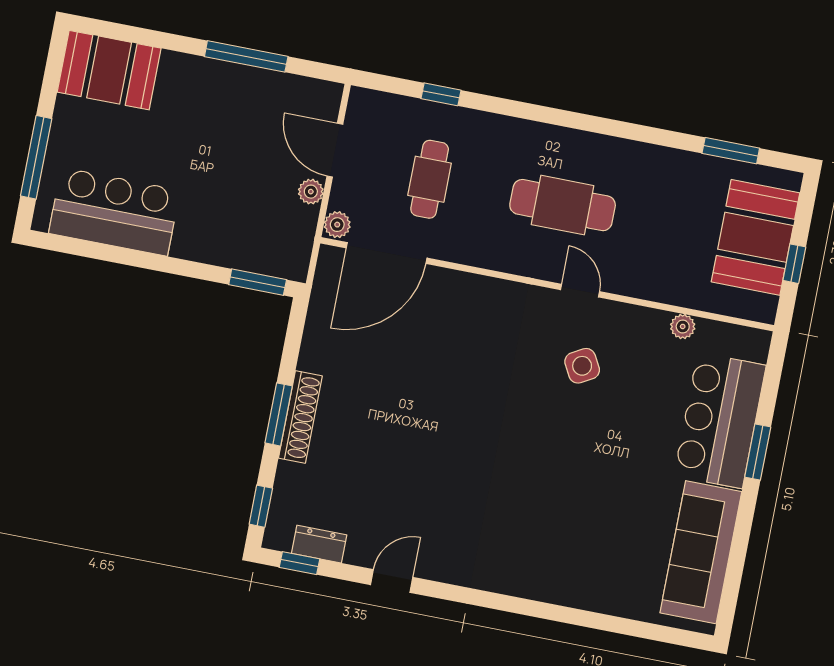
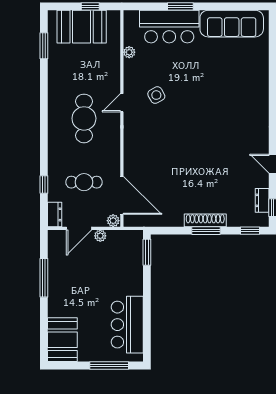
dresser: (374, 105) -> (55, 214), added

